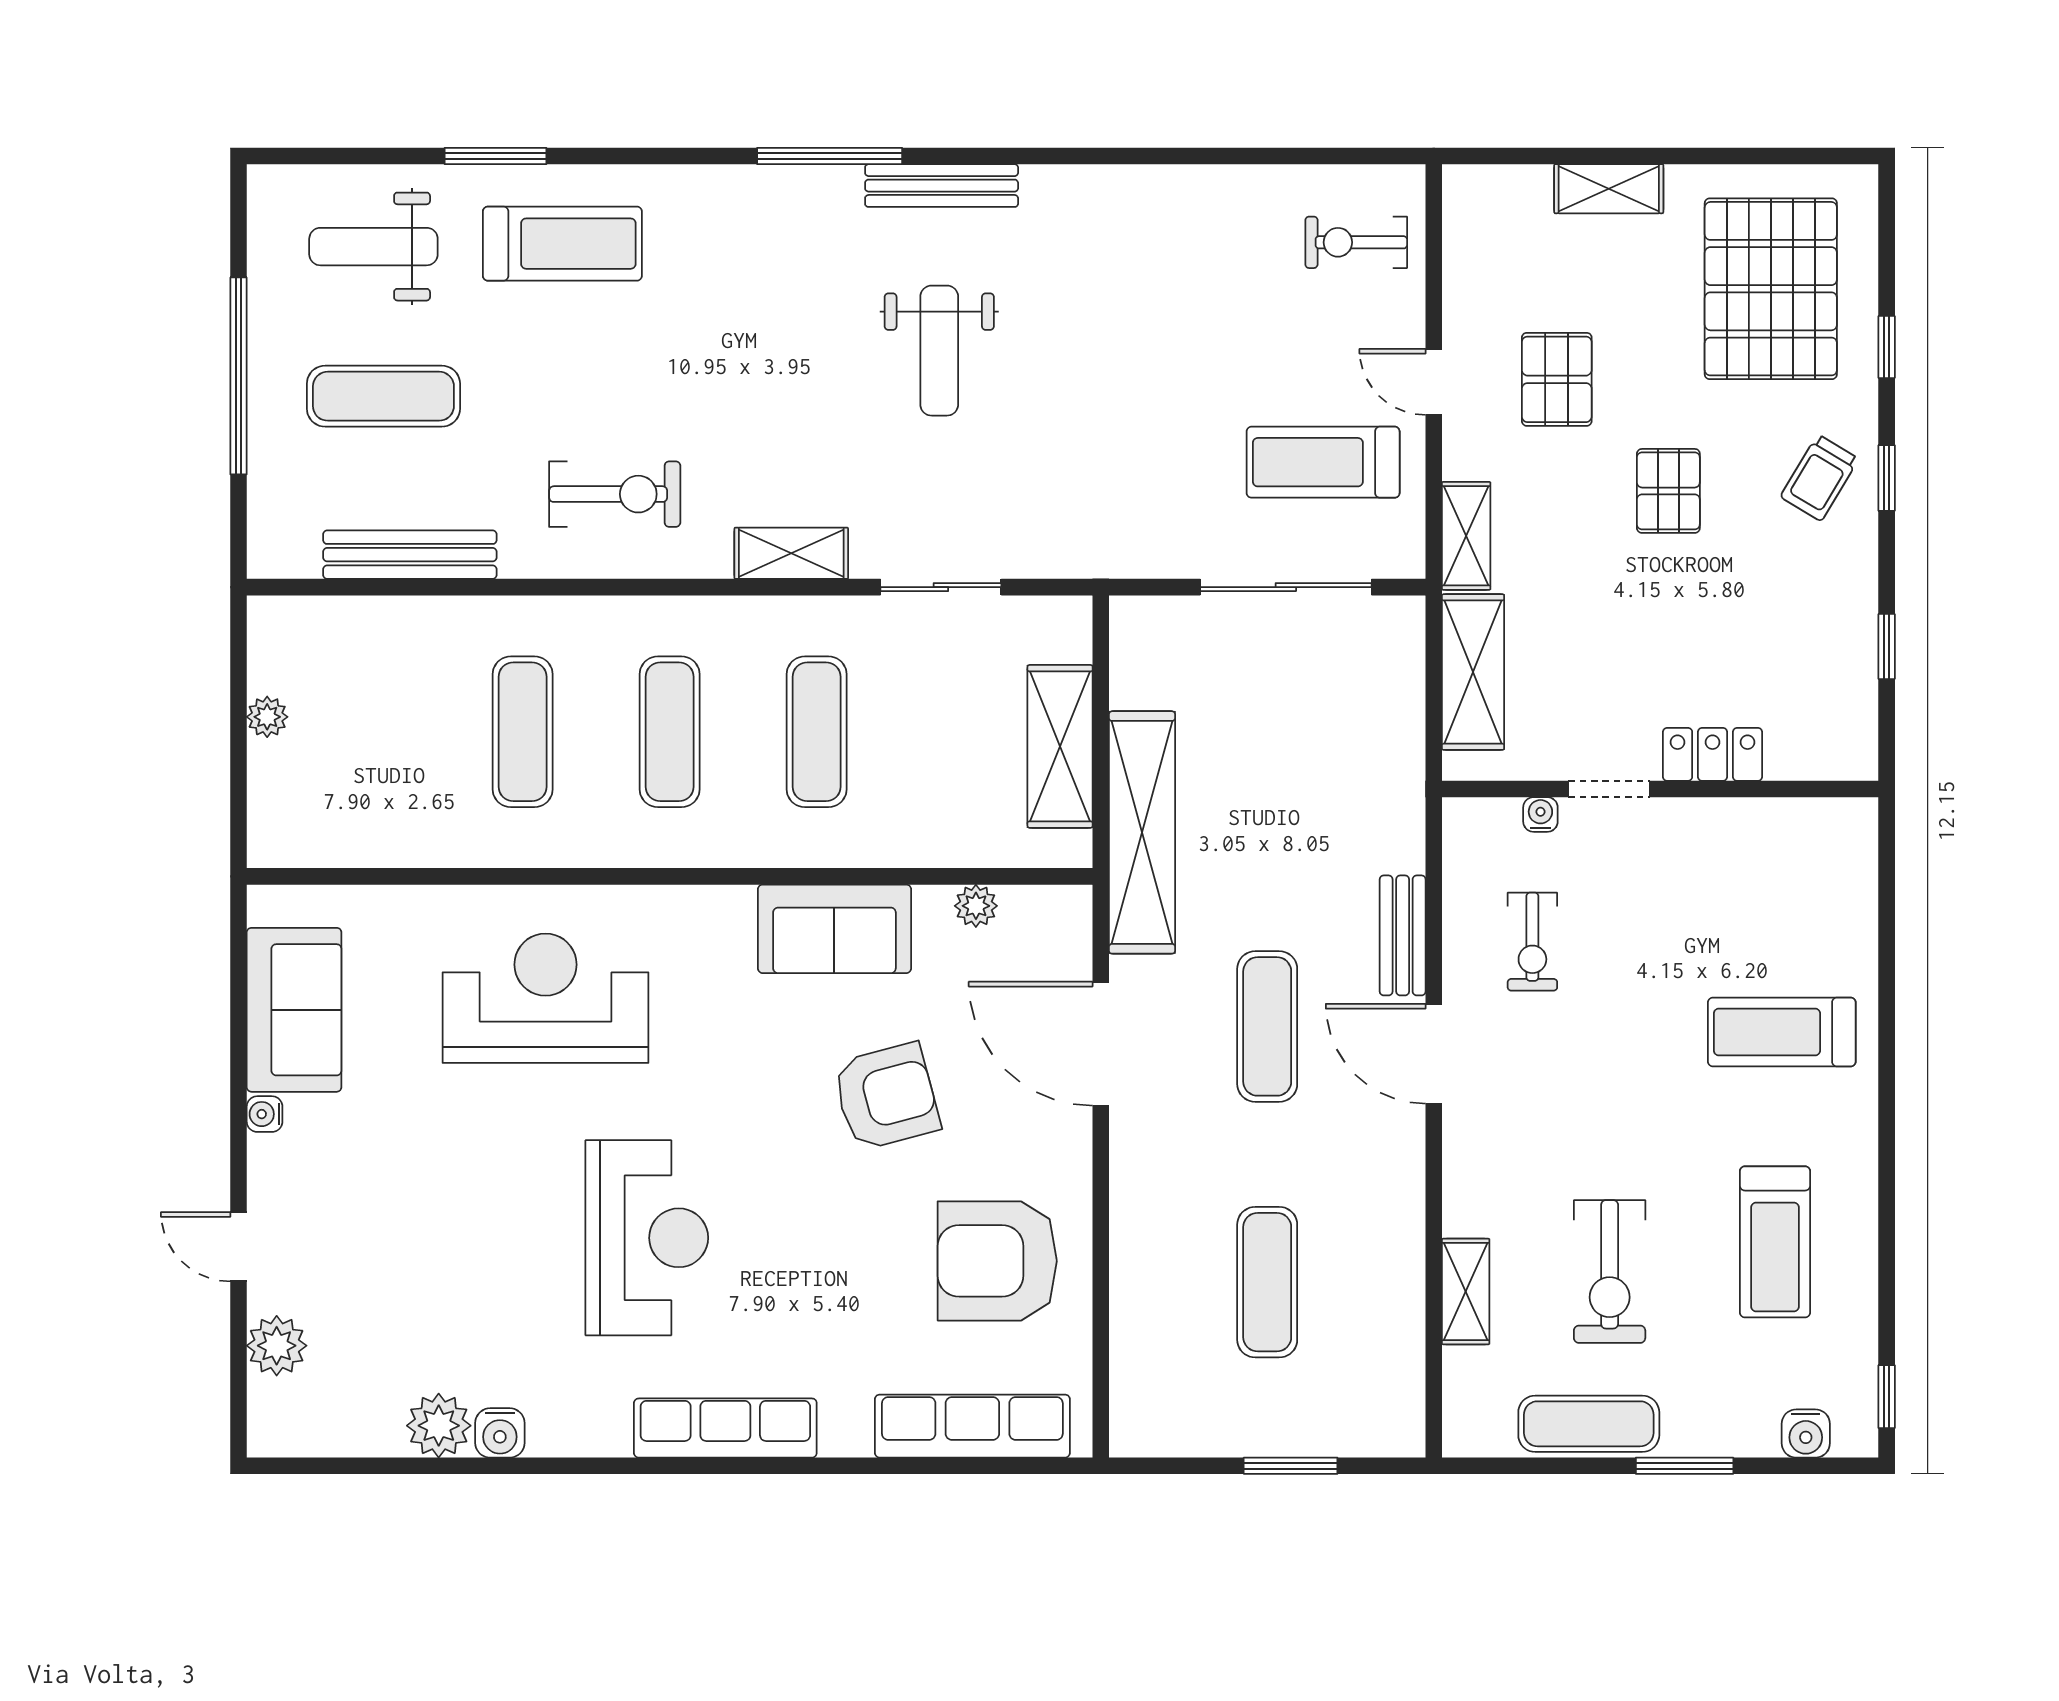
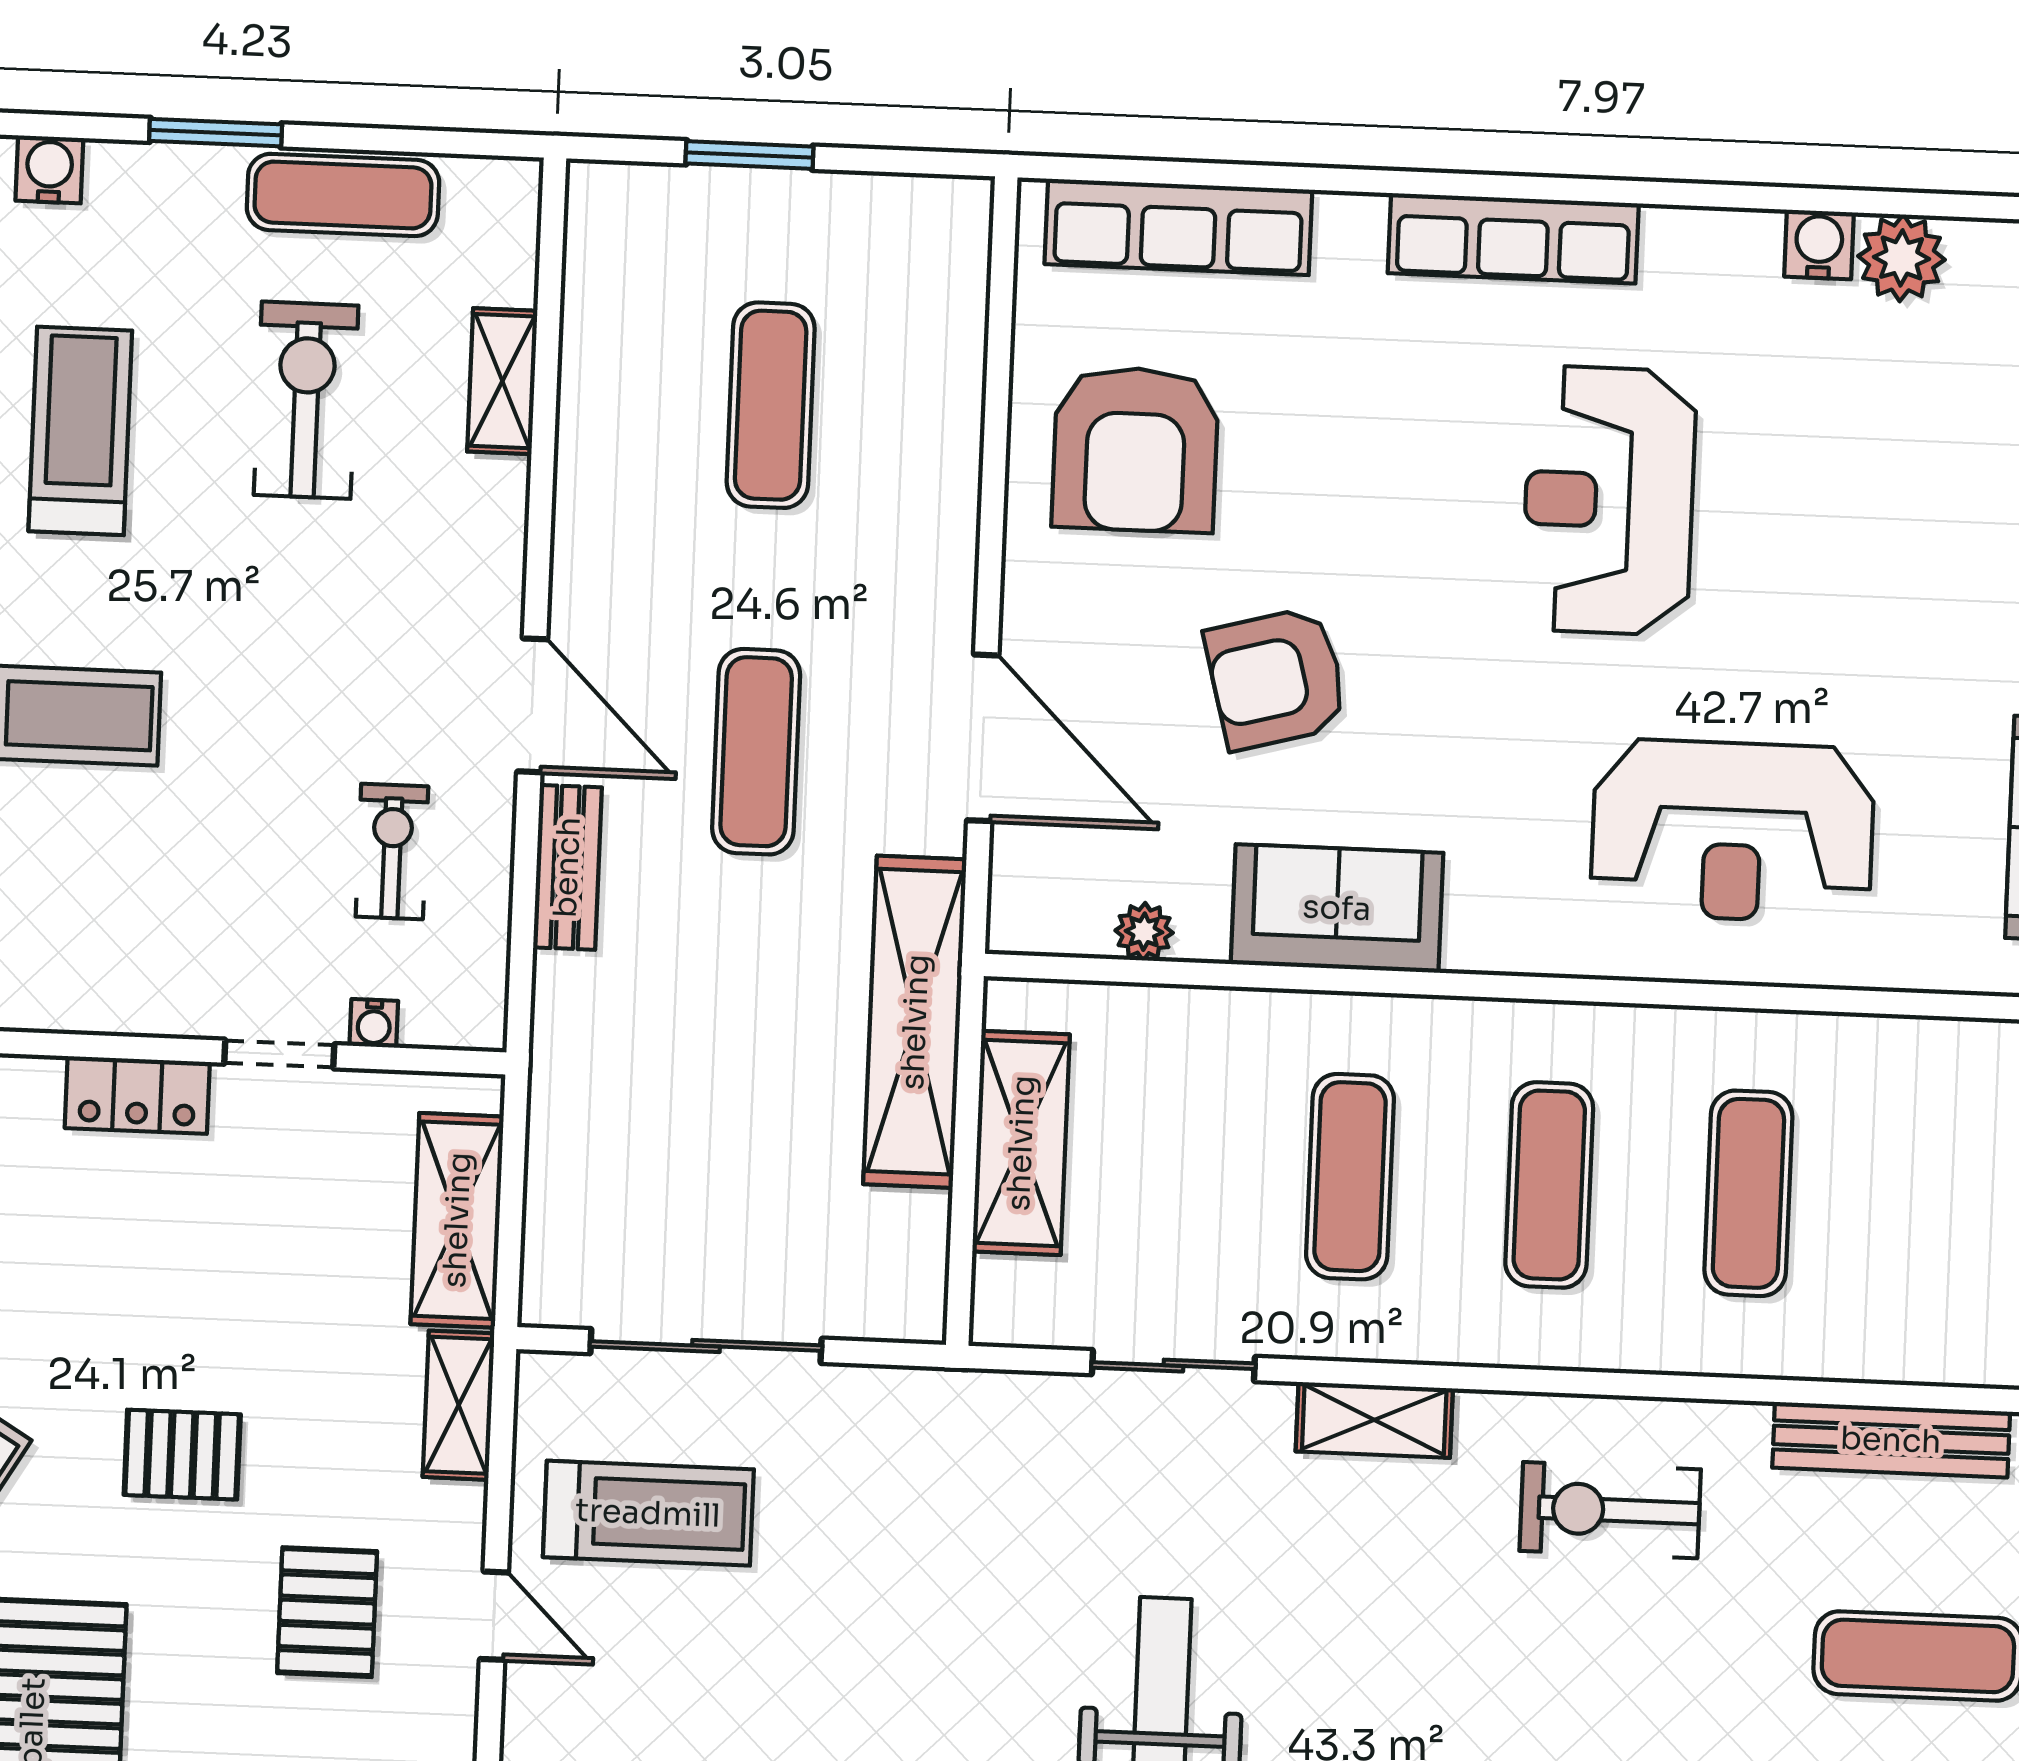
pallet: (1668, 491) -> (182, 1455), turned 90
armchair: (997, 1261) -> (1135, 449), turned 90

